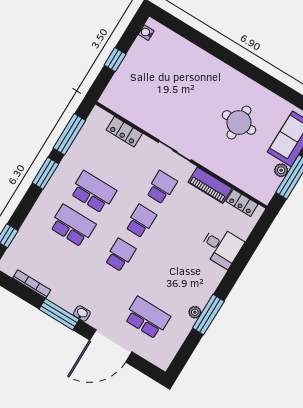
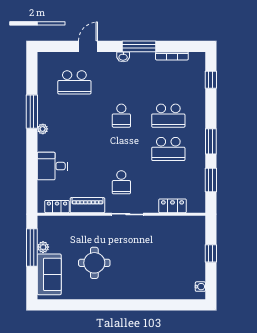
window: (69, 134) -> (211, 180), width x0.69
school desk: (141, 221) -> (121, 149), removed
plant: (195, 312) -> (43, 129), moved
door: (111, 346) -> (88, 46), width x0.53

